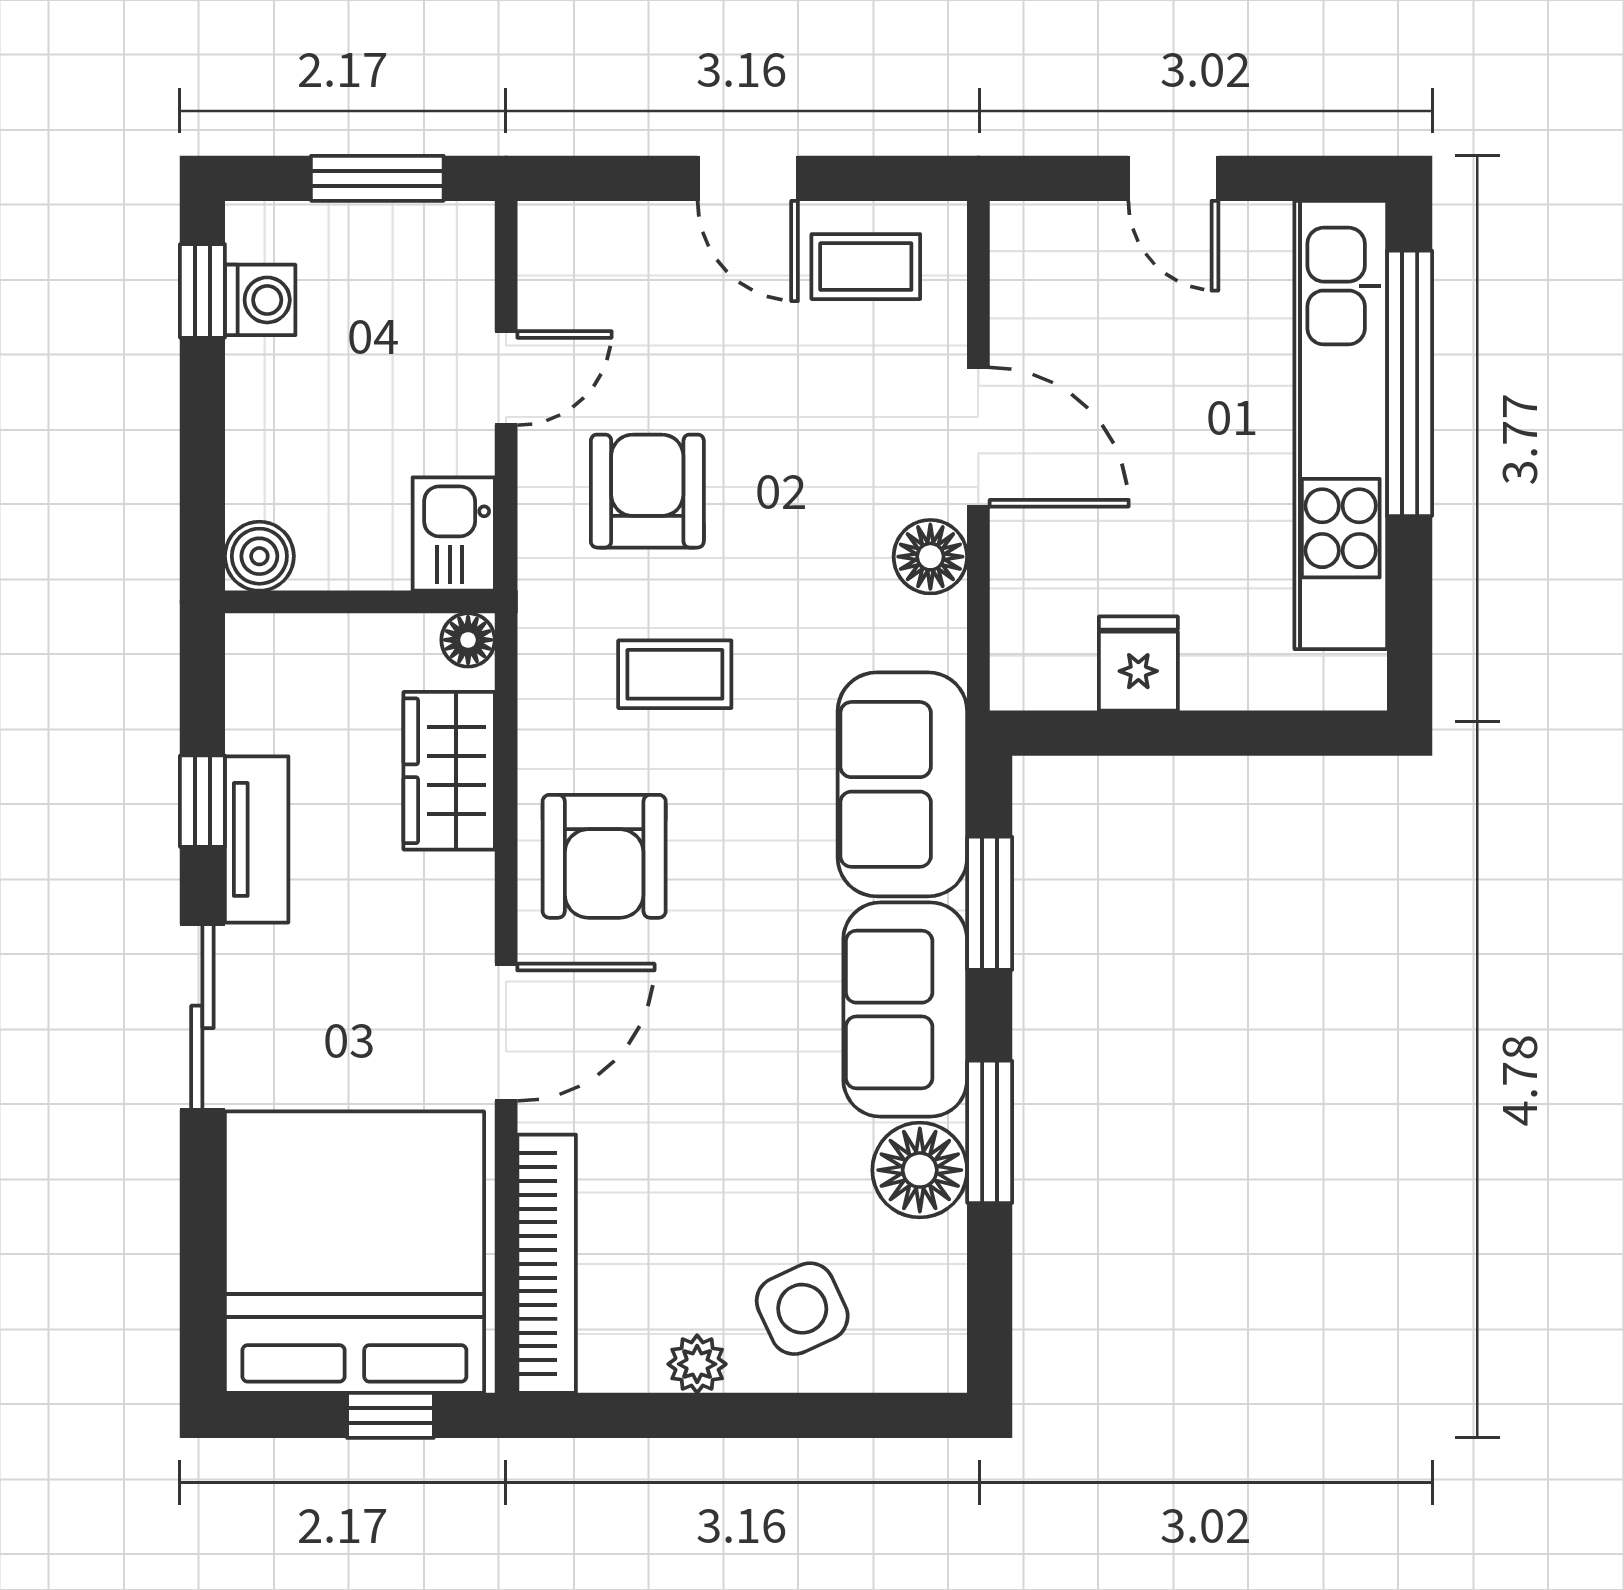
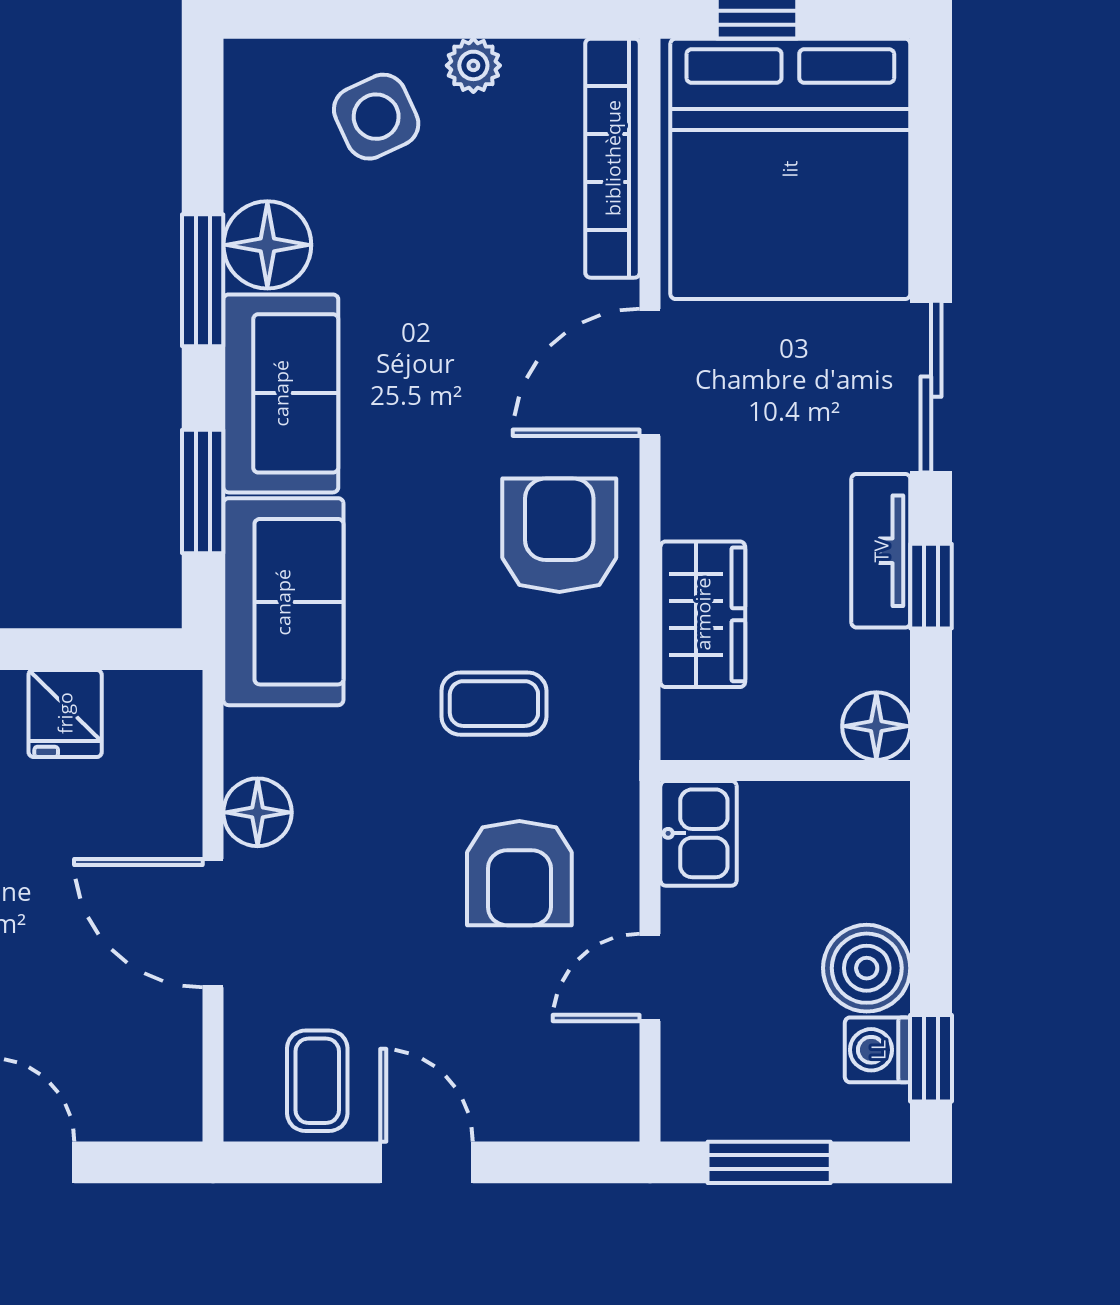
coffee table: (866, 267) -> (317, 1081), turned 90
boiler: (259, 556) -> (867, 968), moved, width x1.36, depth x1.36
floor lamp: (468, 640) -> (876, 726), moved, width x1.37, depth x1.37

